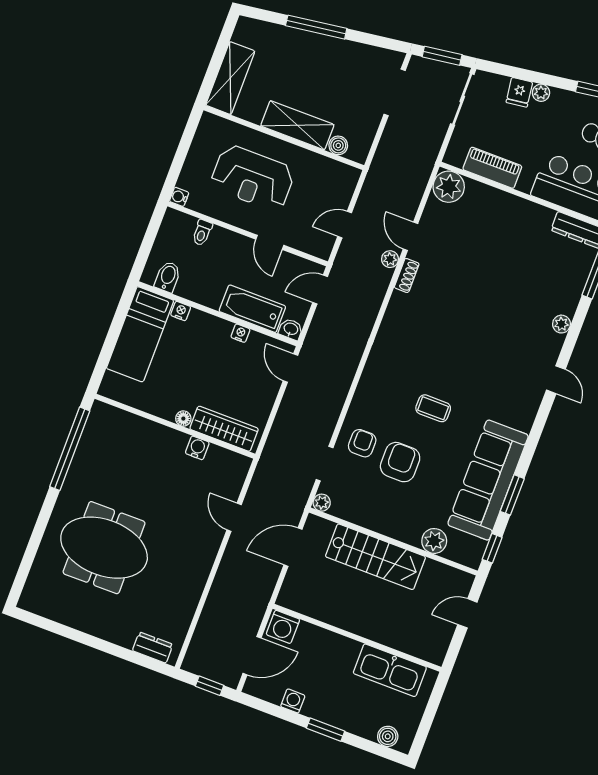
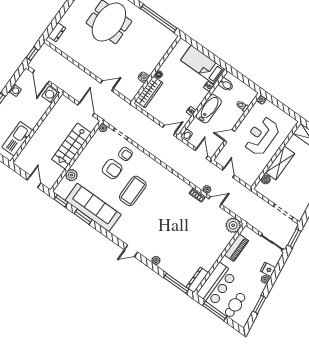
bathtub: (252, 309) -> (209, 109), moved
coffee table: (433, 408) -> (133, 191), width x1.86, depth x1.72

